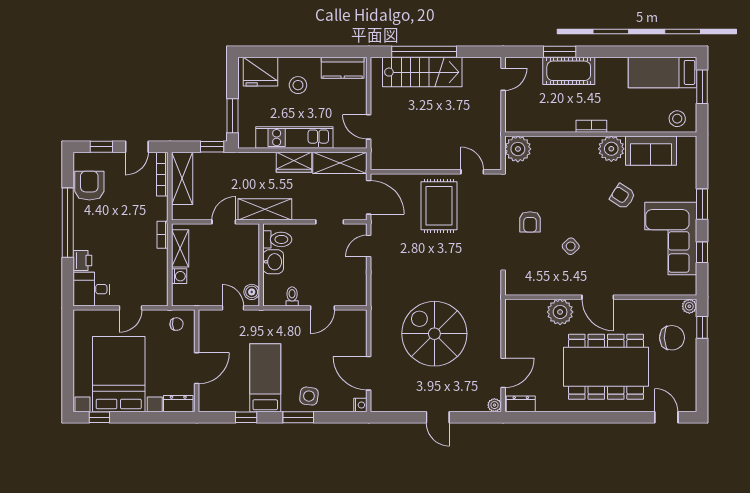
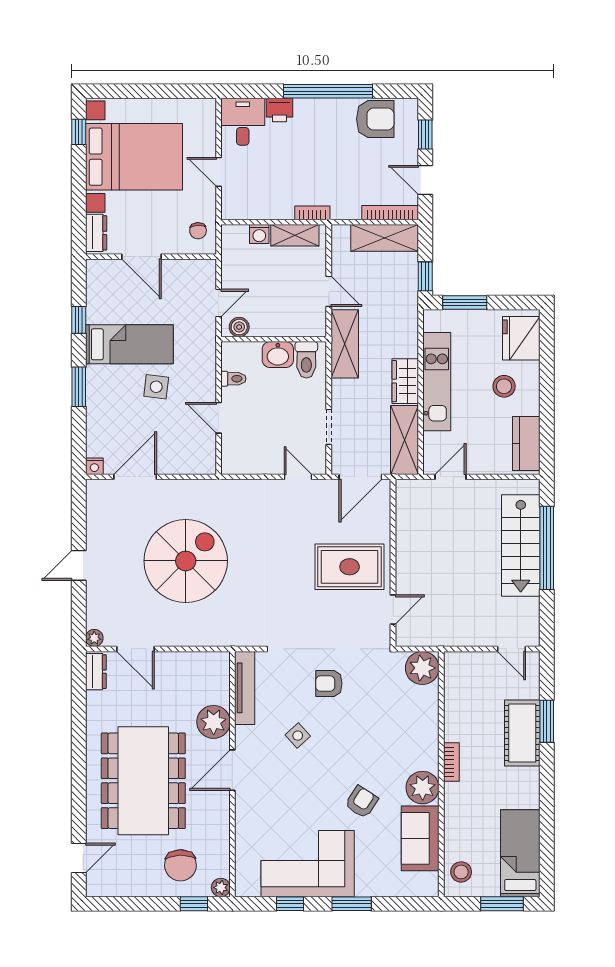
tv unit: (533, 288) -> (245, 688), added
side table: (309, 396) -> (156, 387), moved

